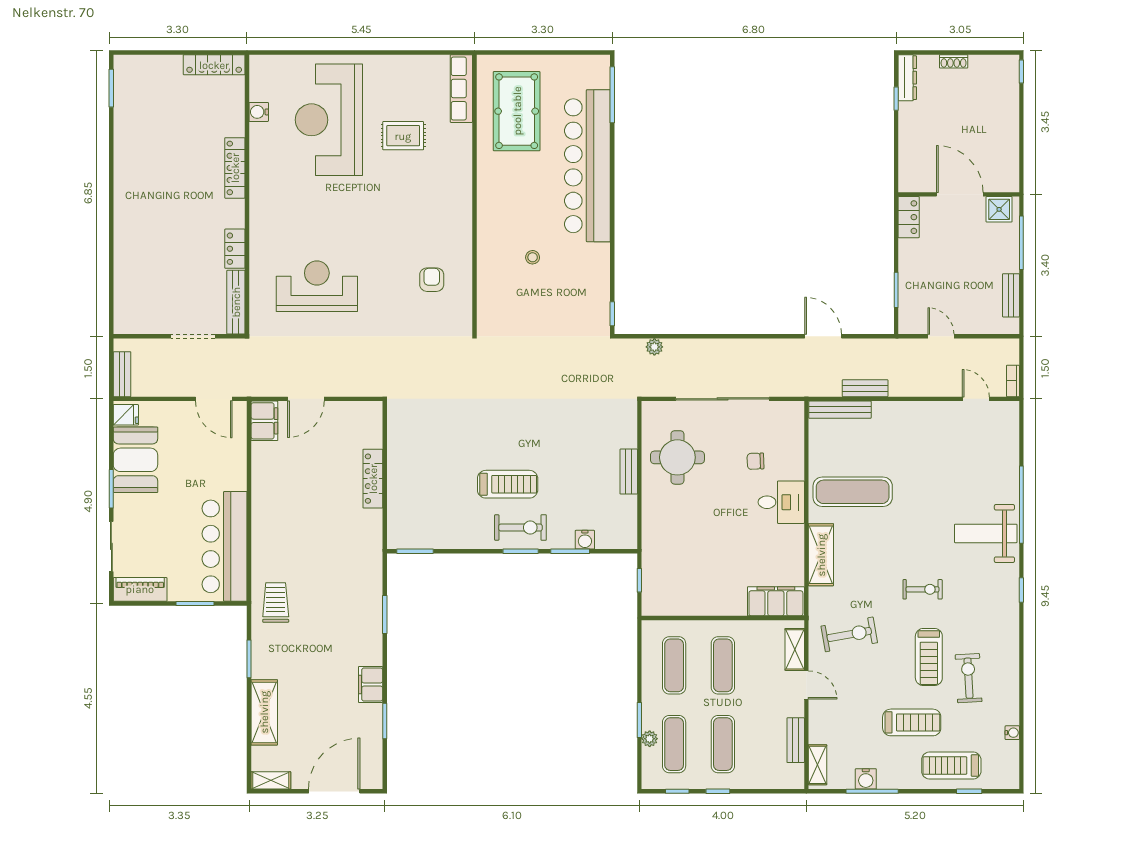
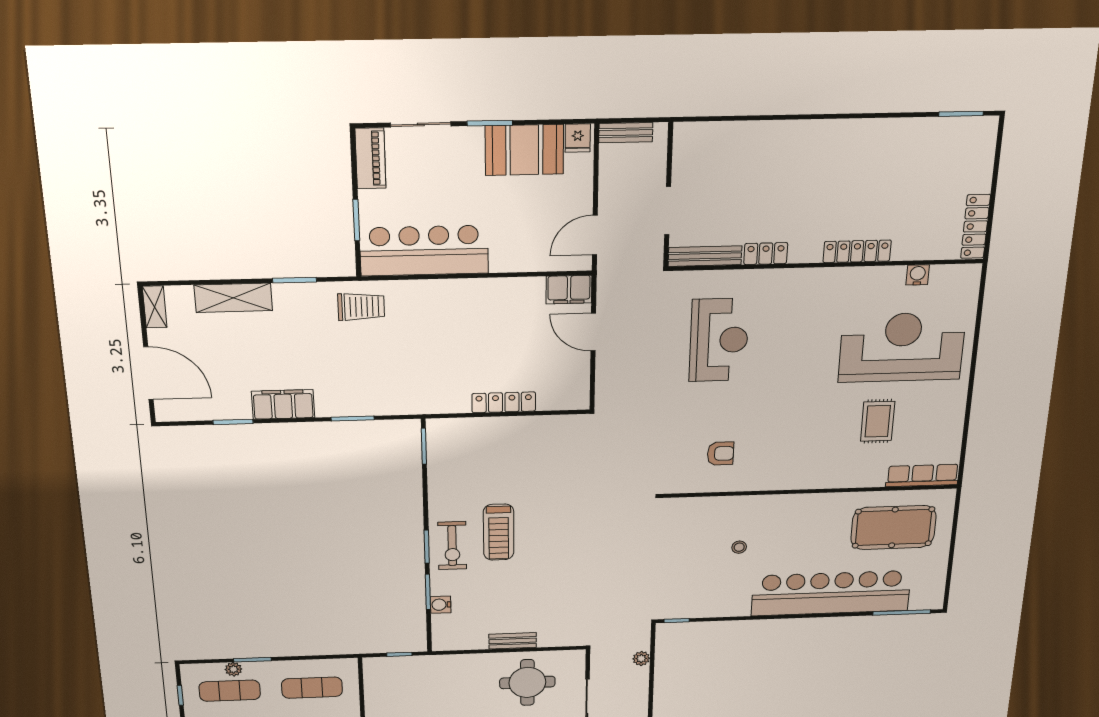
filing cabinet: (371, 685) -> (283, 404), width x1.50, depth x1.17

